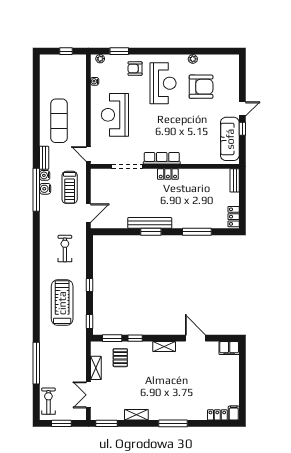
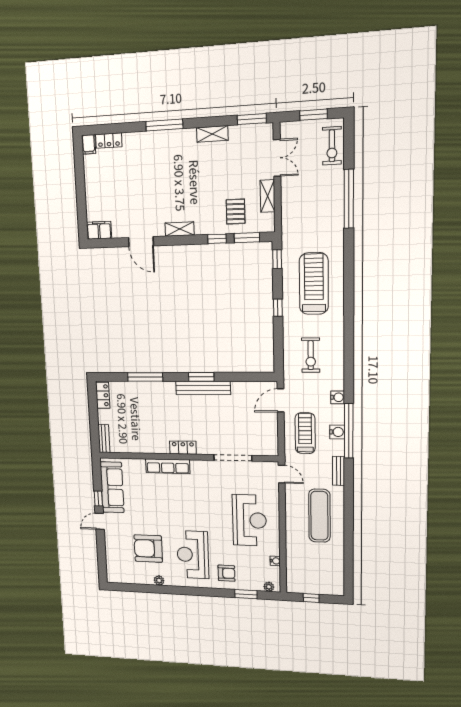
row of seats: (162, 158) -> (168, 466), moved
water cooler: (45, 175) -> (338, 397), moved
treadmill: (62, 303) -> (314, 284), turned 180

